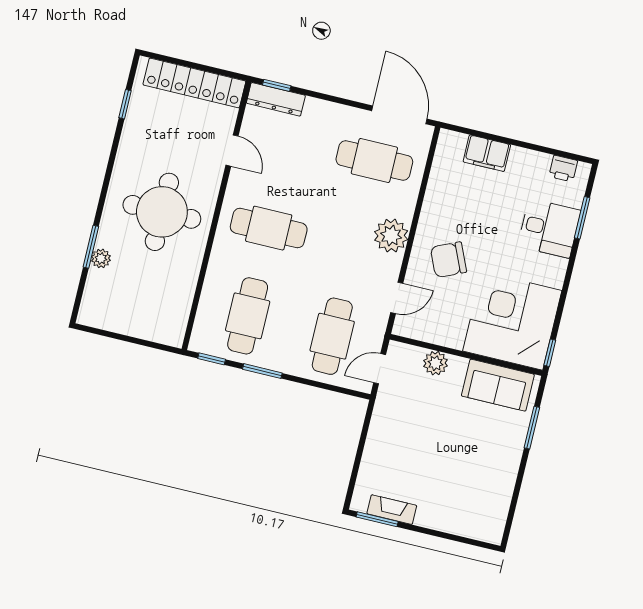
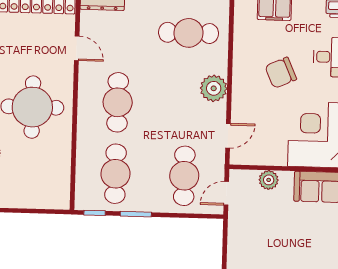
cafe table: (269, 228) -> (118, 102), turned 90
chair: (449, 260) -> (281, 73), moved

